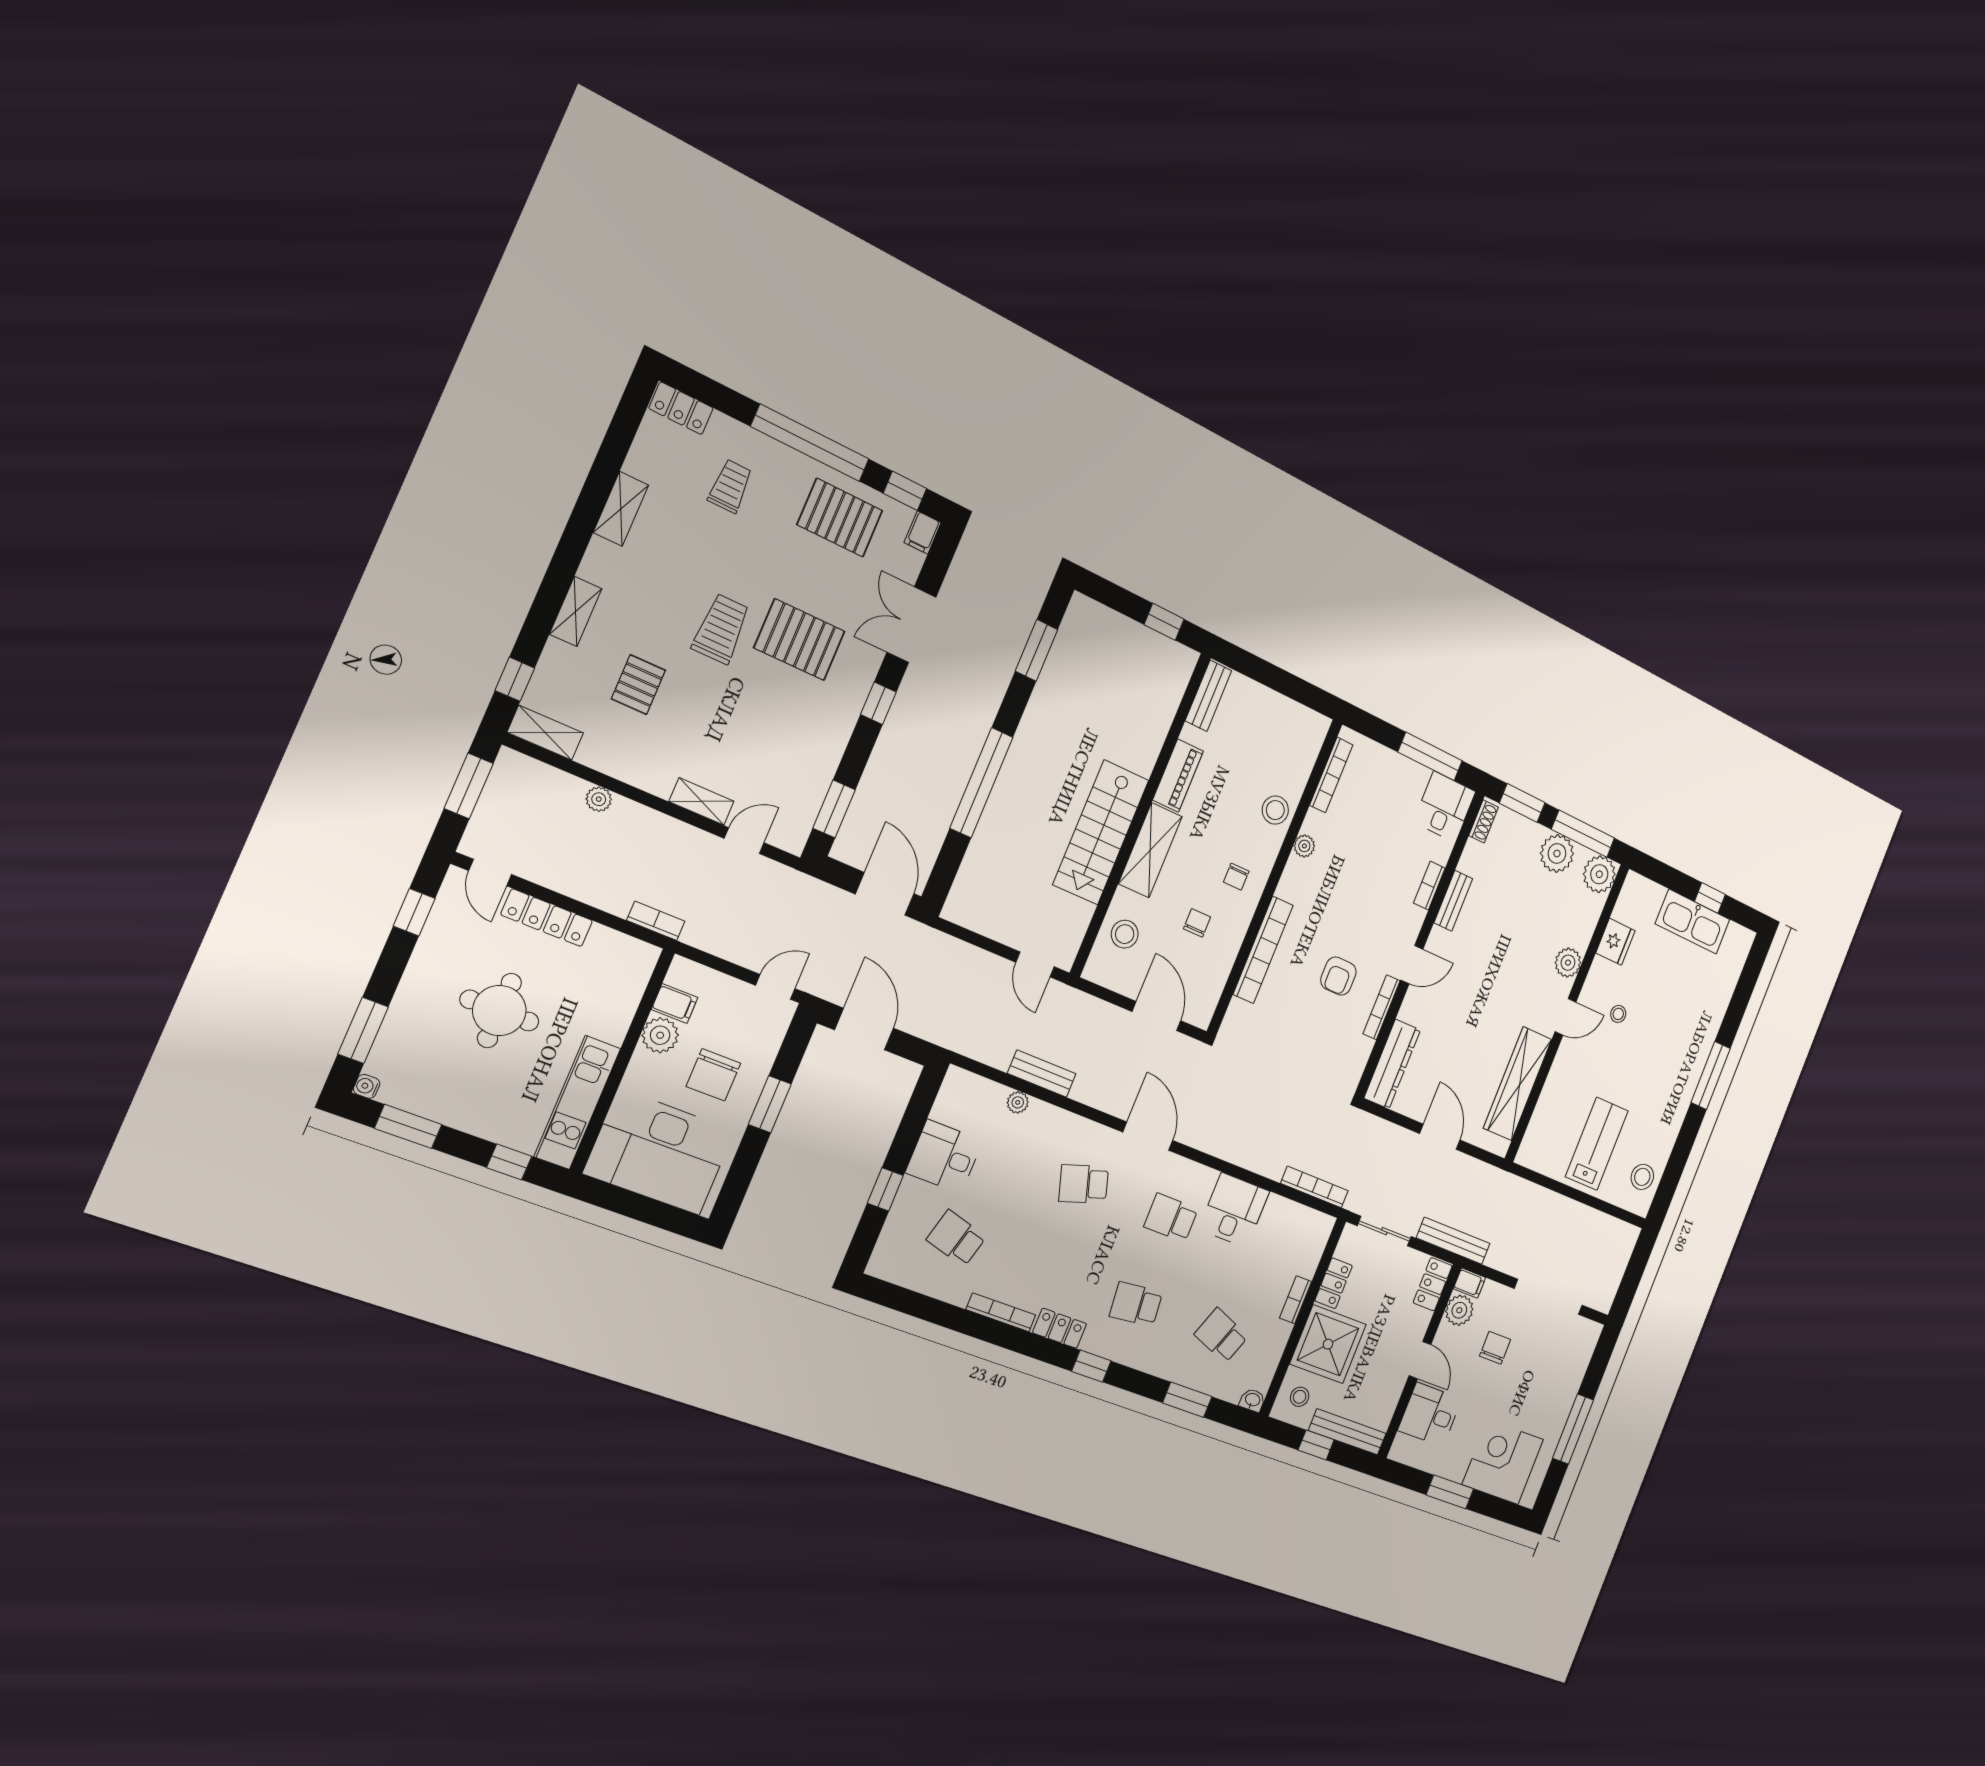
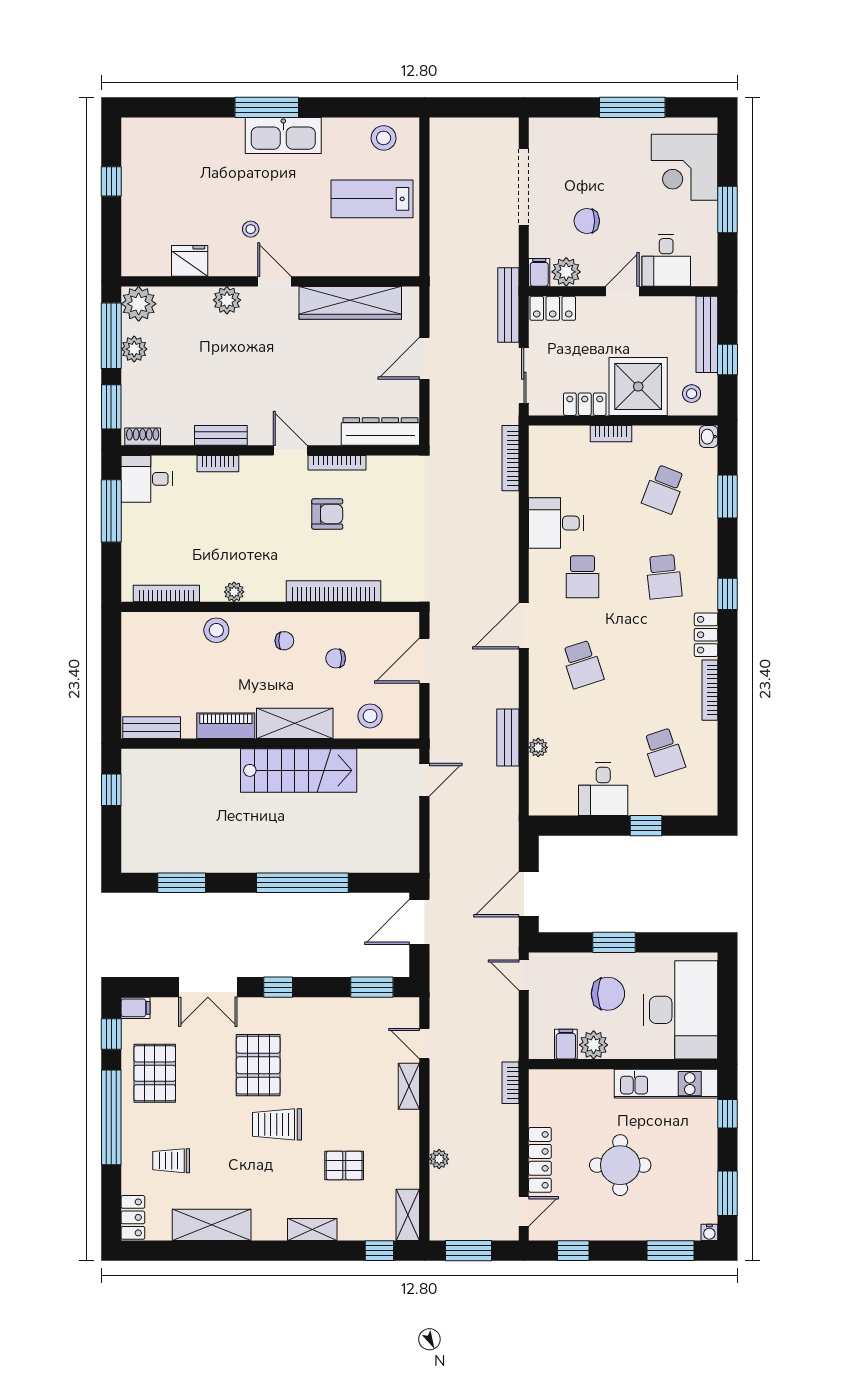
shelving: (621, 509) -> (212, 1225), width x1.50, depth x1.33
plant: (1557, 853) -> (134, 349), width x0.73, depth x0.73
kitchen sink: (1693, 922) -> (283, 136), moved, turned 90
school desk: (956, 1238) -> (664, 752), turned -33

